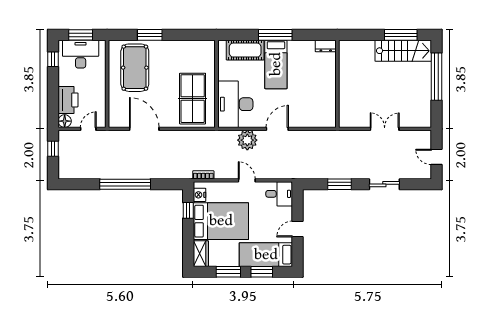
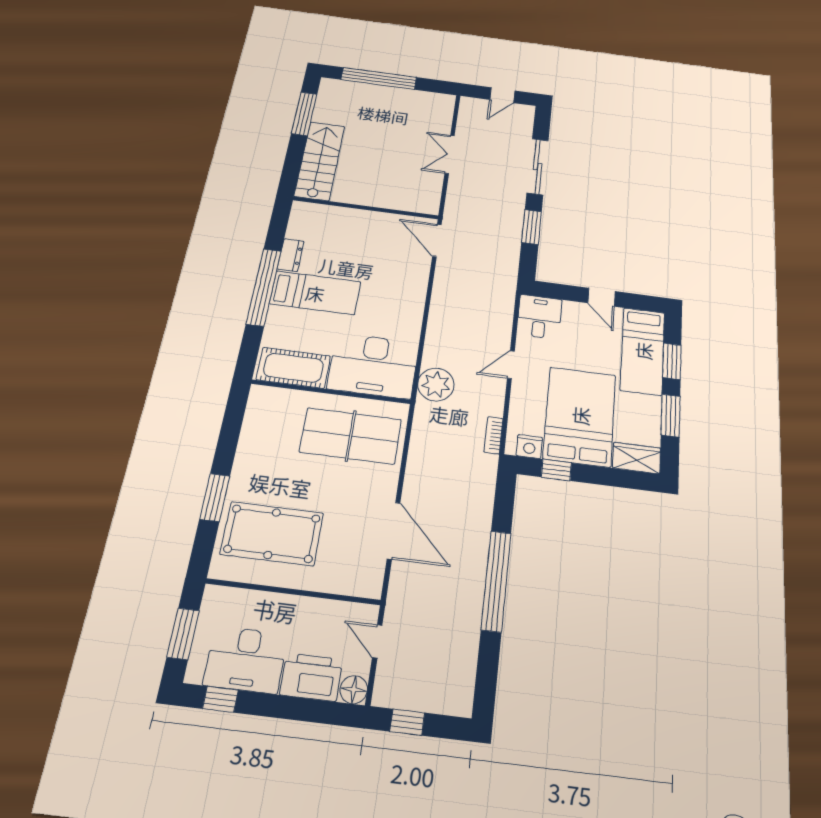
window: (275, 35) -> (264, 287), width x1.46
dresser: (326, 46) -> (291, 255), moved
cot: (245, 50) -> (293, 368), moved, turned 90
stairs: (403, 51) -> (320, 161), moved
desk: (81, 54) -> (246, 660), moved, turned -90
door: (144, 129) -> (394, 531), swing flipped
door: (277, 129) -> (437, 240), moved
plant: (247, 140) -> (436, 385), moved
sliding door: (384, 184) -> (538, 166), width x1.37

